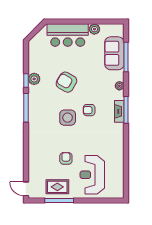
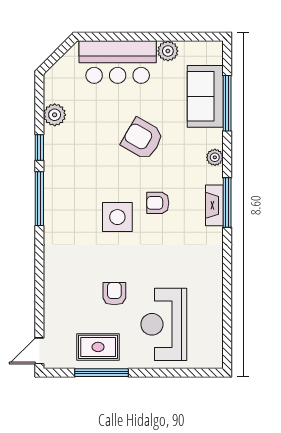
plant: (34, 79) -> (55, 115), moved
armchair: (66, 82) -> (142, 139), moved
door: (26, 189) -> (39, 351), hinge flipped

